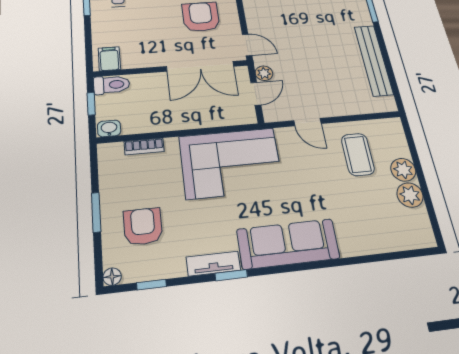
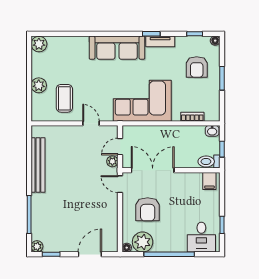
plant: (410, 195) -> (39, 44), moved

